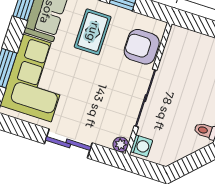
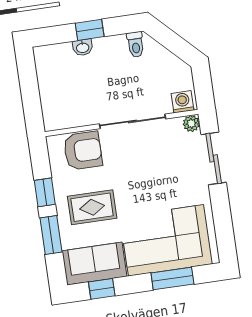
armchair: (142, 47) -> (83, 151), turned -90
sliding door: (68, 143) -> (214, 158), moved

